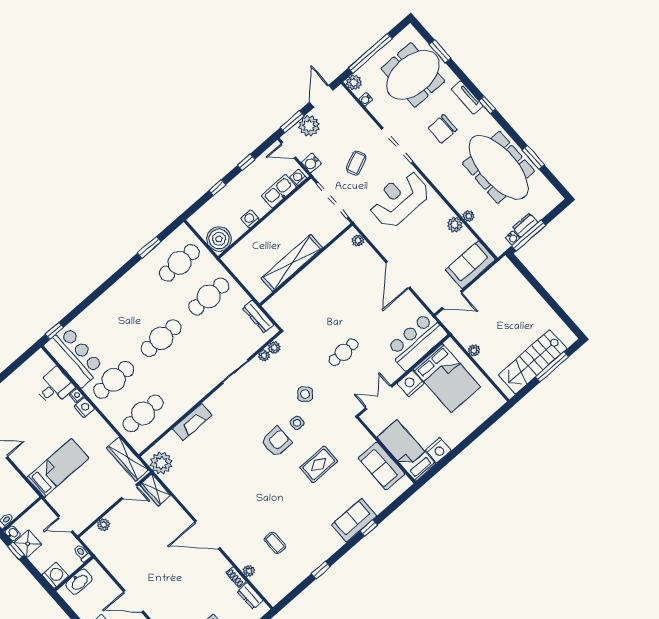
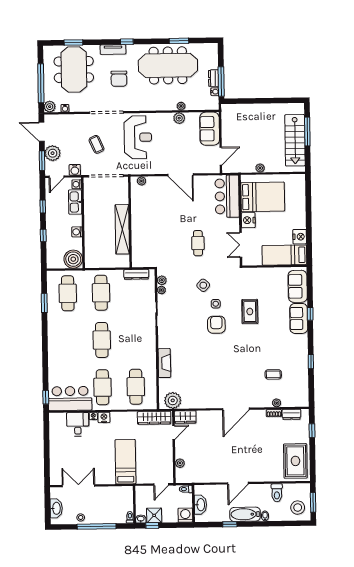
reception desk: (399, 199) -> (138, 137), turned 180
sofa: (382, 466) -> (298, 286), moved, turned 90

